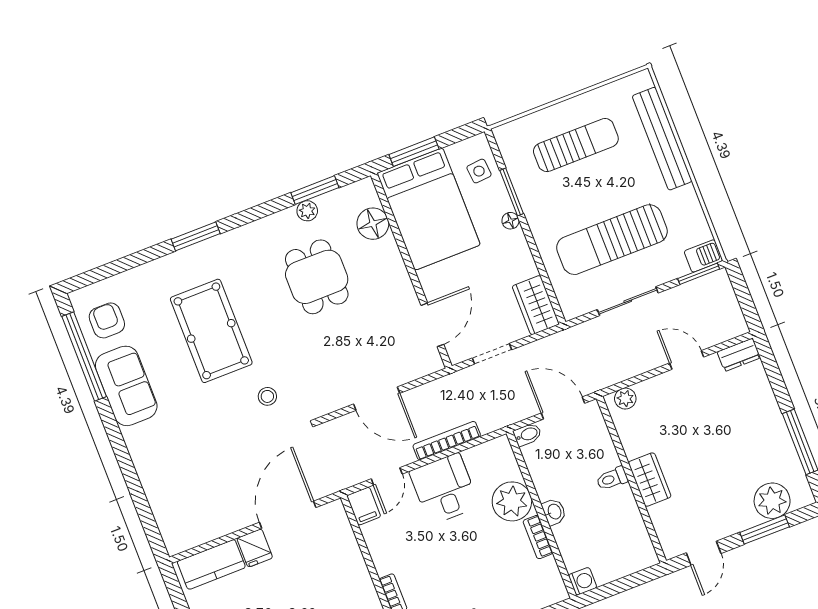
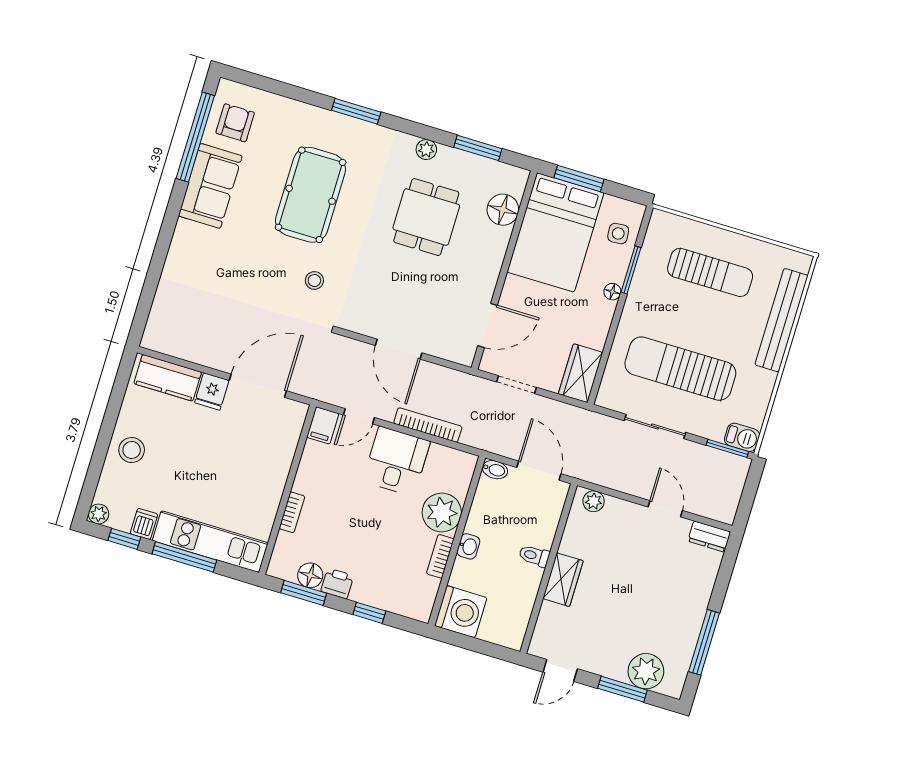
plant: (307, 211) -> (426, 150), moved
washing machine: (583, 581) -> (461, 612), width x1.89, depth x1.89

